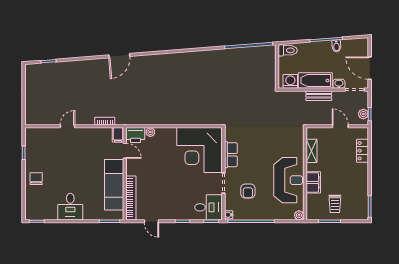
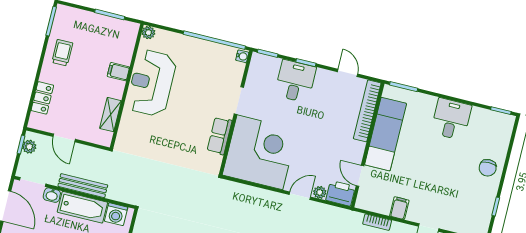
bench: (319, 96) -> (83, 186), width x1.36
door: (164, 126) -> (300, 196), added
filing cabinet: (118, 135) -> (399, 208), moved
filing cabinet: (313, 182) -> (118, 72), width x0.50
armchair: (248, 191) -> (209, 82), removed
trolley: (335, 204) -> (62, 53), moved
desk: (209, 207) -> (295, 81), moved, turned 90

